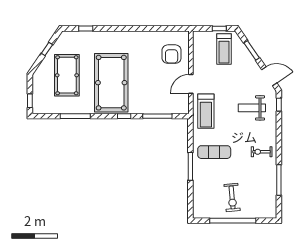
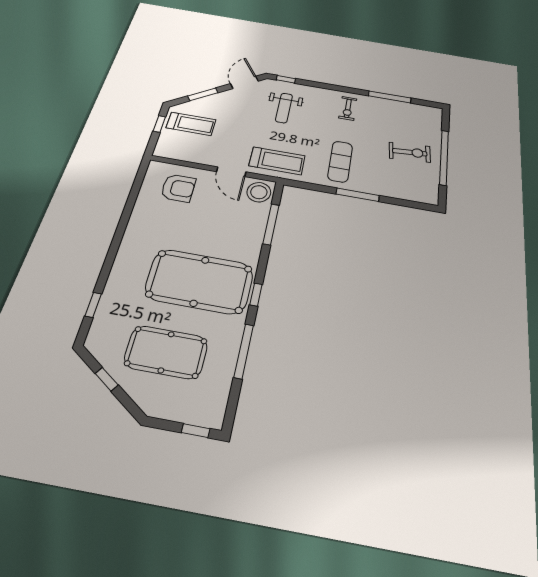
stool: (179, 104) -> (259, 192), added
window: (124, 116) -> (256, 295), moved

